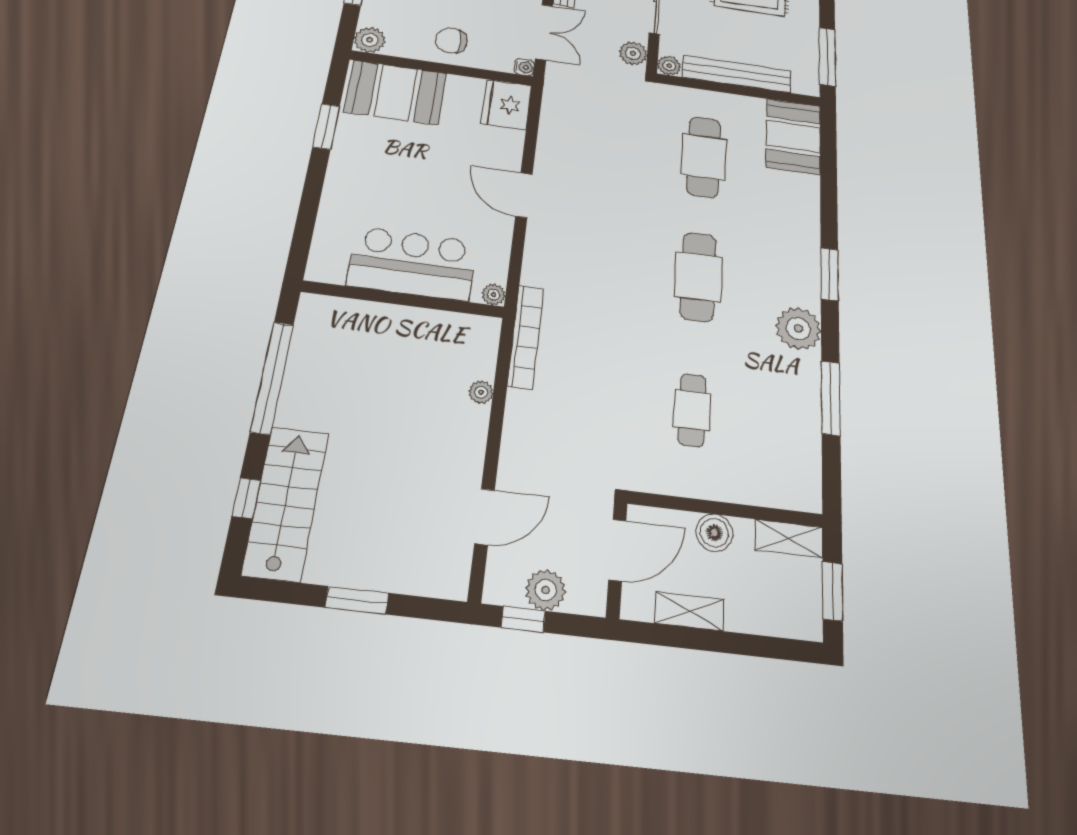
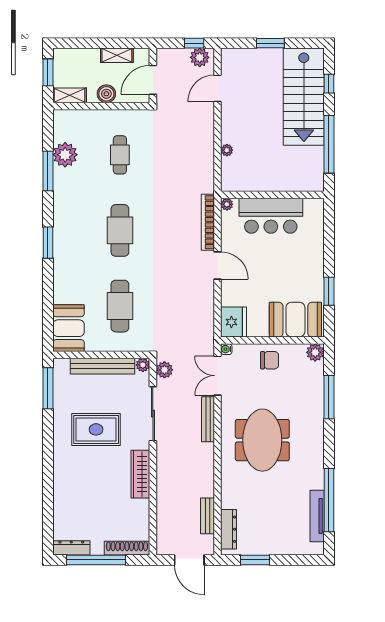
plant: (798, 329) -> (65, 155), moved
bookcase: (526, 337) -> (208, 222), moved
stairs: (286, 503) -> (304, 97), width x1.36, depth x1.51
plant: (546, 590) -> (200, 57), moved

